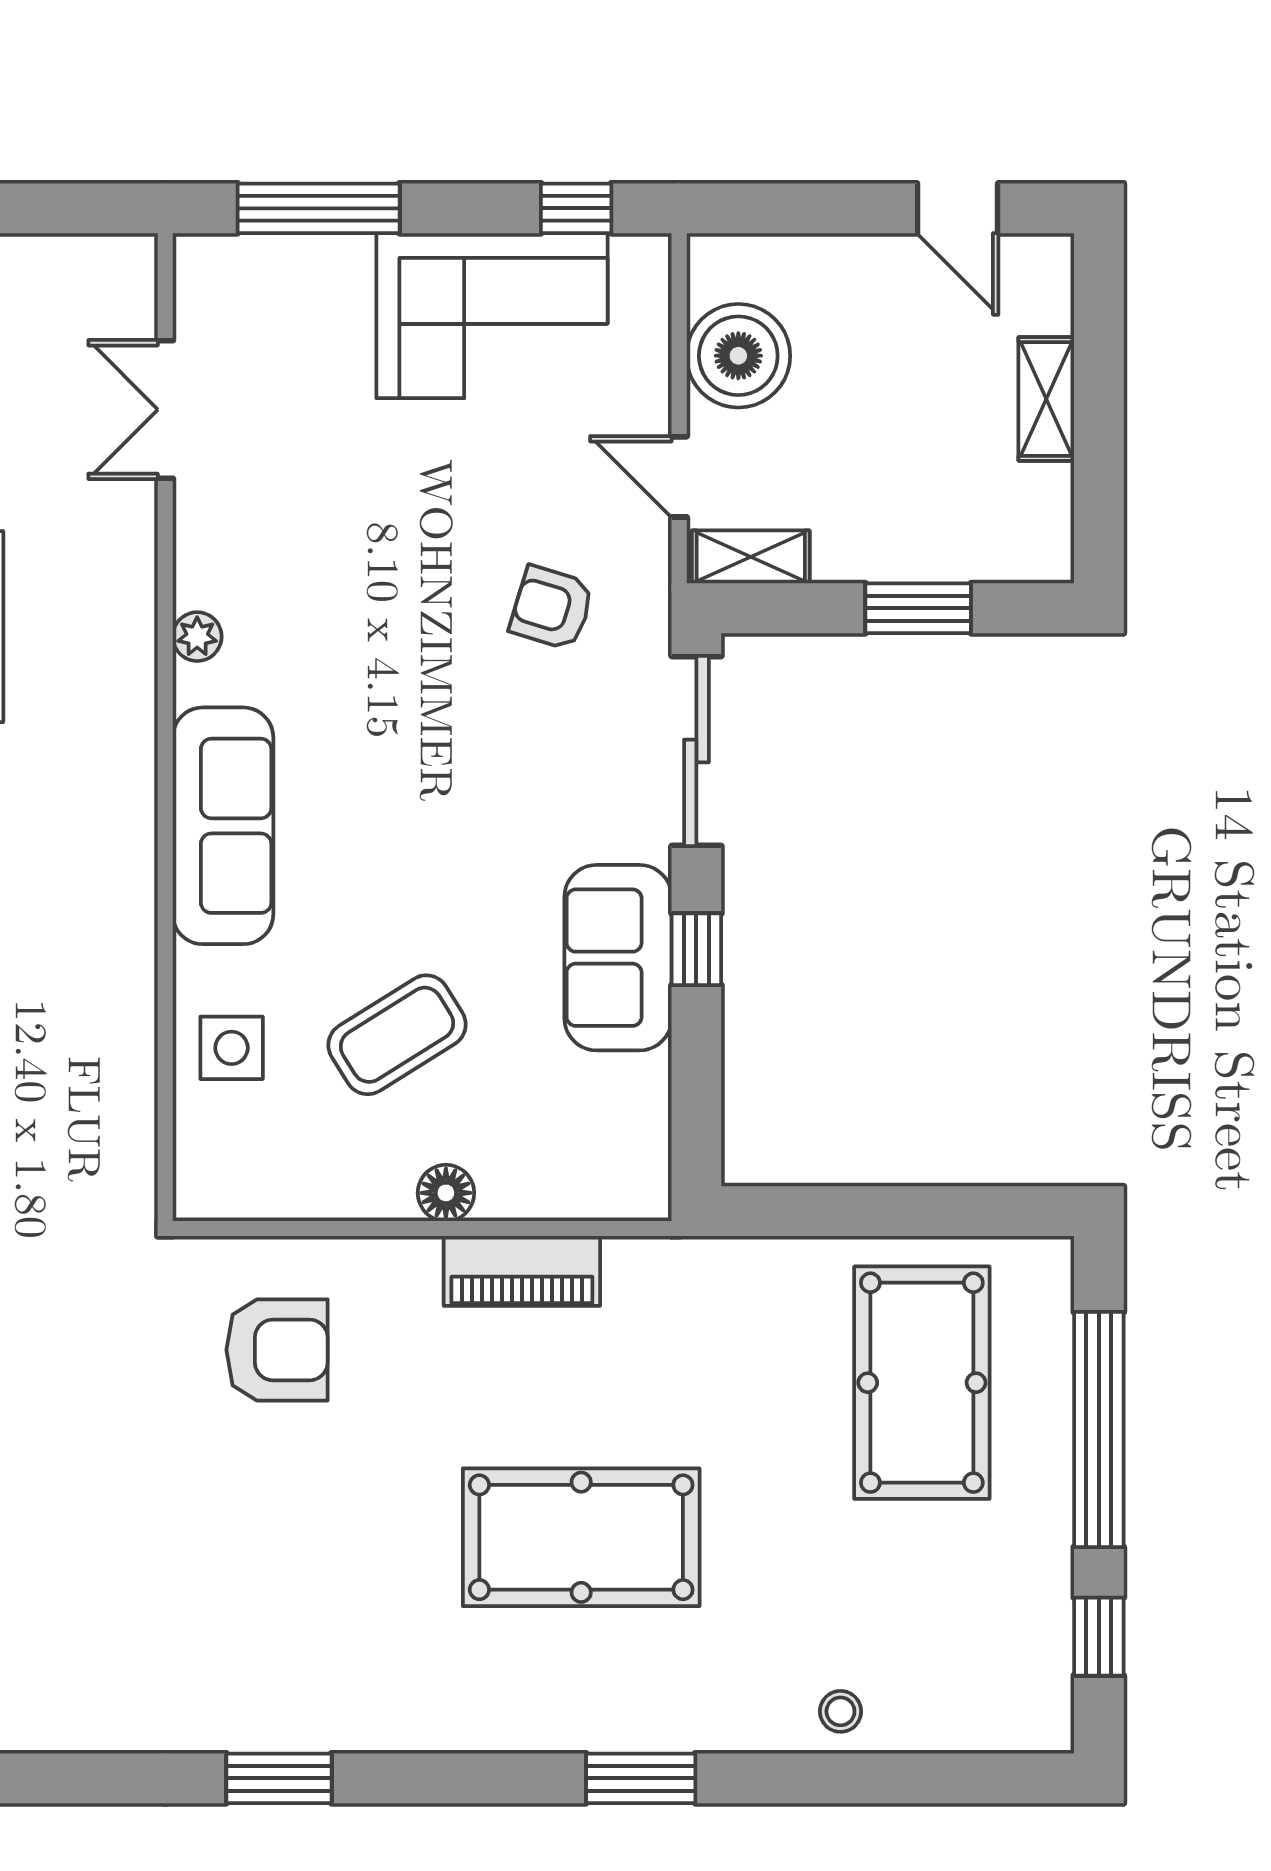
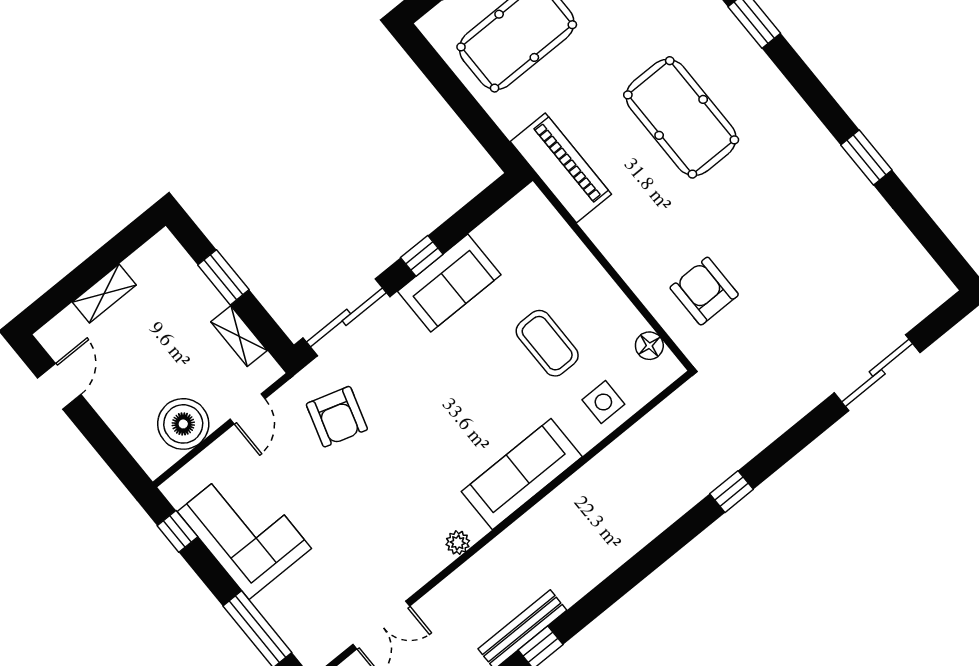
shelving: (751, 557) -> (239, 336), moved
armchair: (552, 608) -> (337, 417), width x1.38, depth x1.38
coffee table: (397, 1035) -> (547, 343), turned 32
floor lamp: (446, 1193) -> (649, 346), moved
piano: (522, 1271) -> (561, 168), moved, width x1.37, depth x1.33

